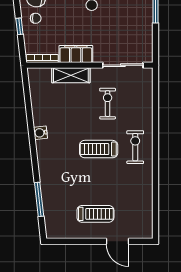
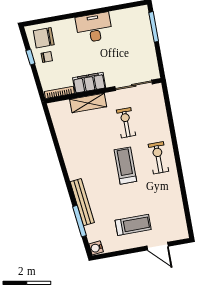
window: (19, 26) -> (30, 57), moved
water cooler: (40, 133) -> (96, 248), moved
treadmill: (99, 149) -> (125, 166), turned 90
bench: (46, 180) -> (82, 202), added

